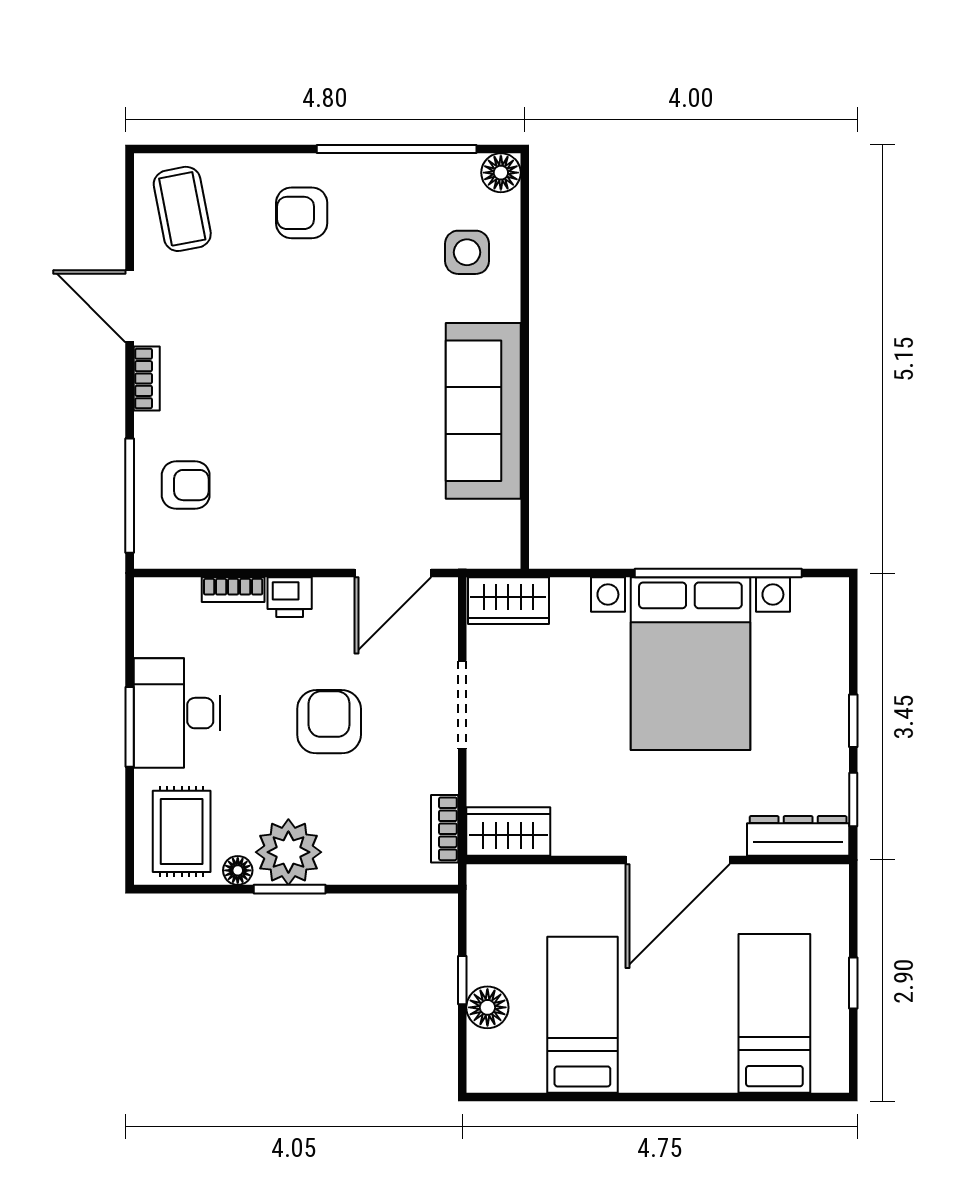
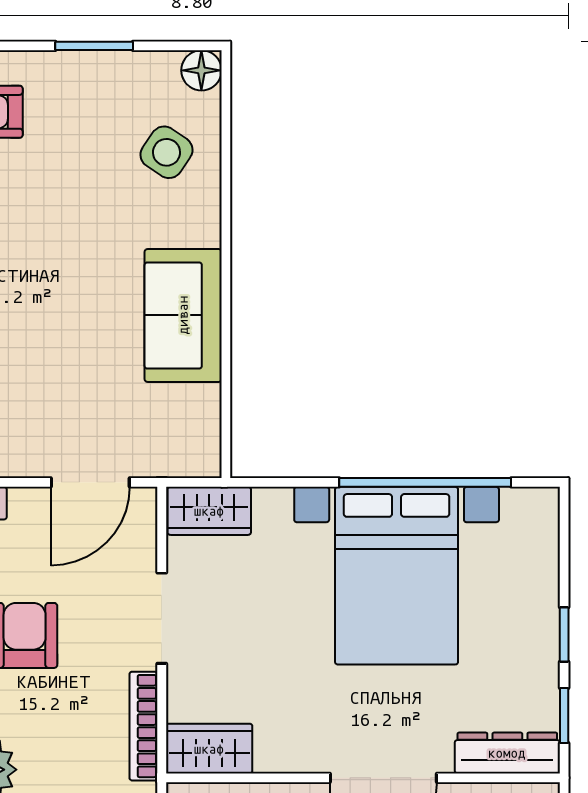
window: (397, 149) -> (94, 46), width x0.47
side table: (467, 252) -> (167, 152), turned 34
sofa: (483, 411) -> (183, 315), width x0.73
bookcase: (445, 829) -> (143, 726), width x1.56

